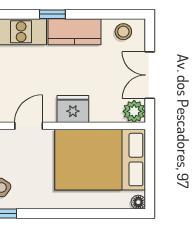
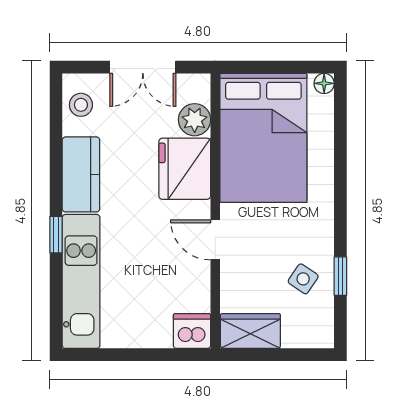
window: (52, 14) -> (56, 235), moved
fridge: (73, 109) -> (185, 169), width x1.36, depth x1.34
plant: (134, 111) -> (195, 120), moved

